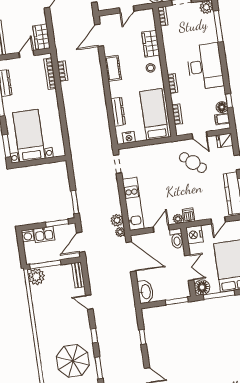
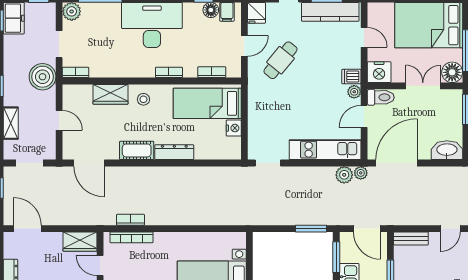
dresser: (118, 112) -> (174, 152), moved
nightstand: (129, 137) -> (234, 128), moved
door: (161, 229) -> (364, 116), hinge flipped

